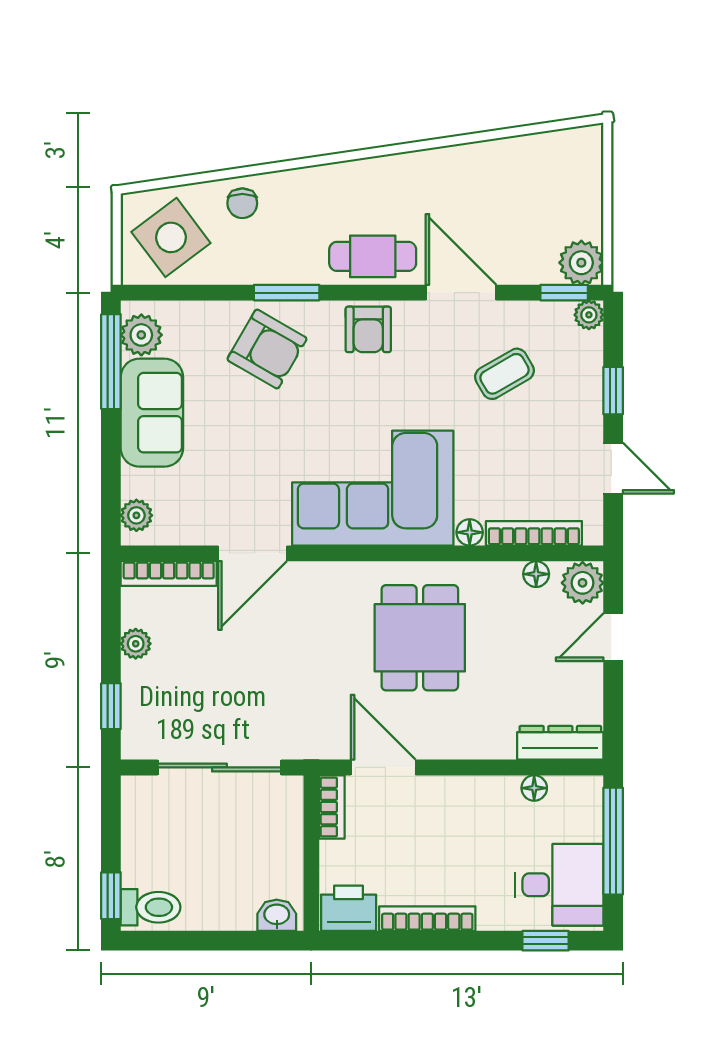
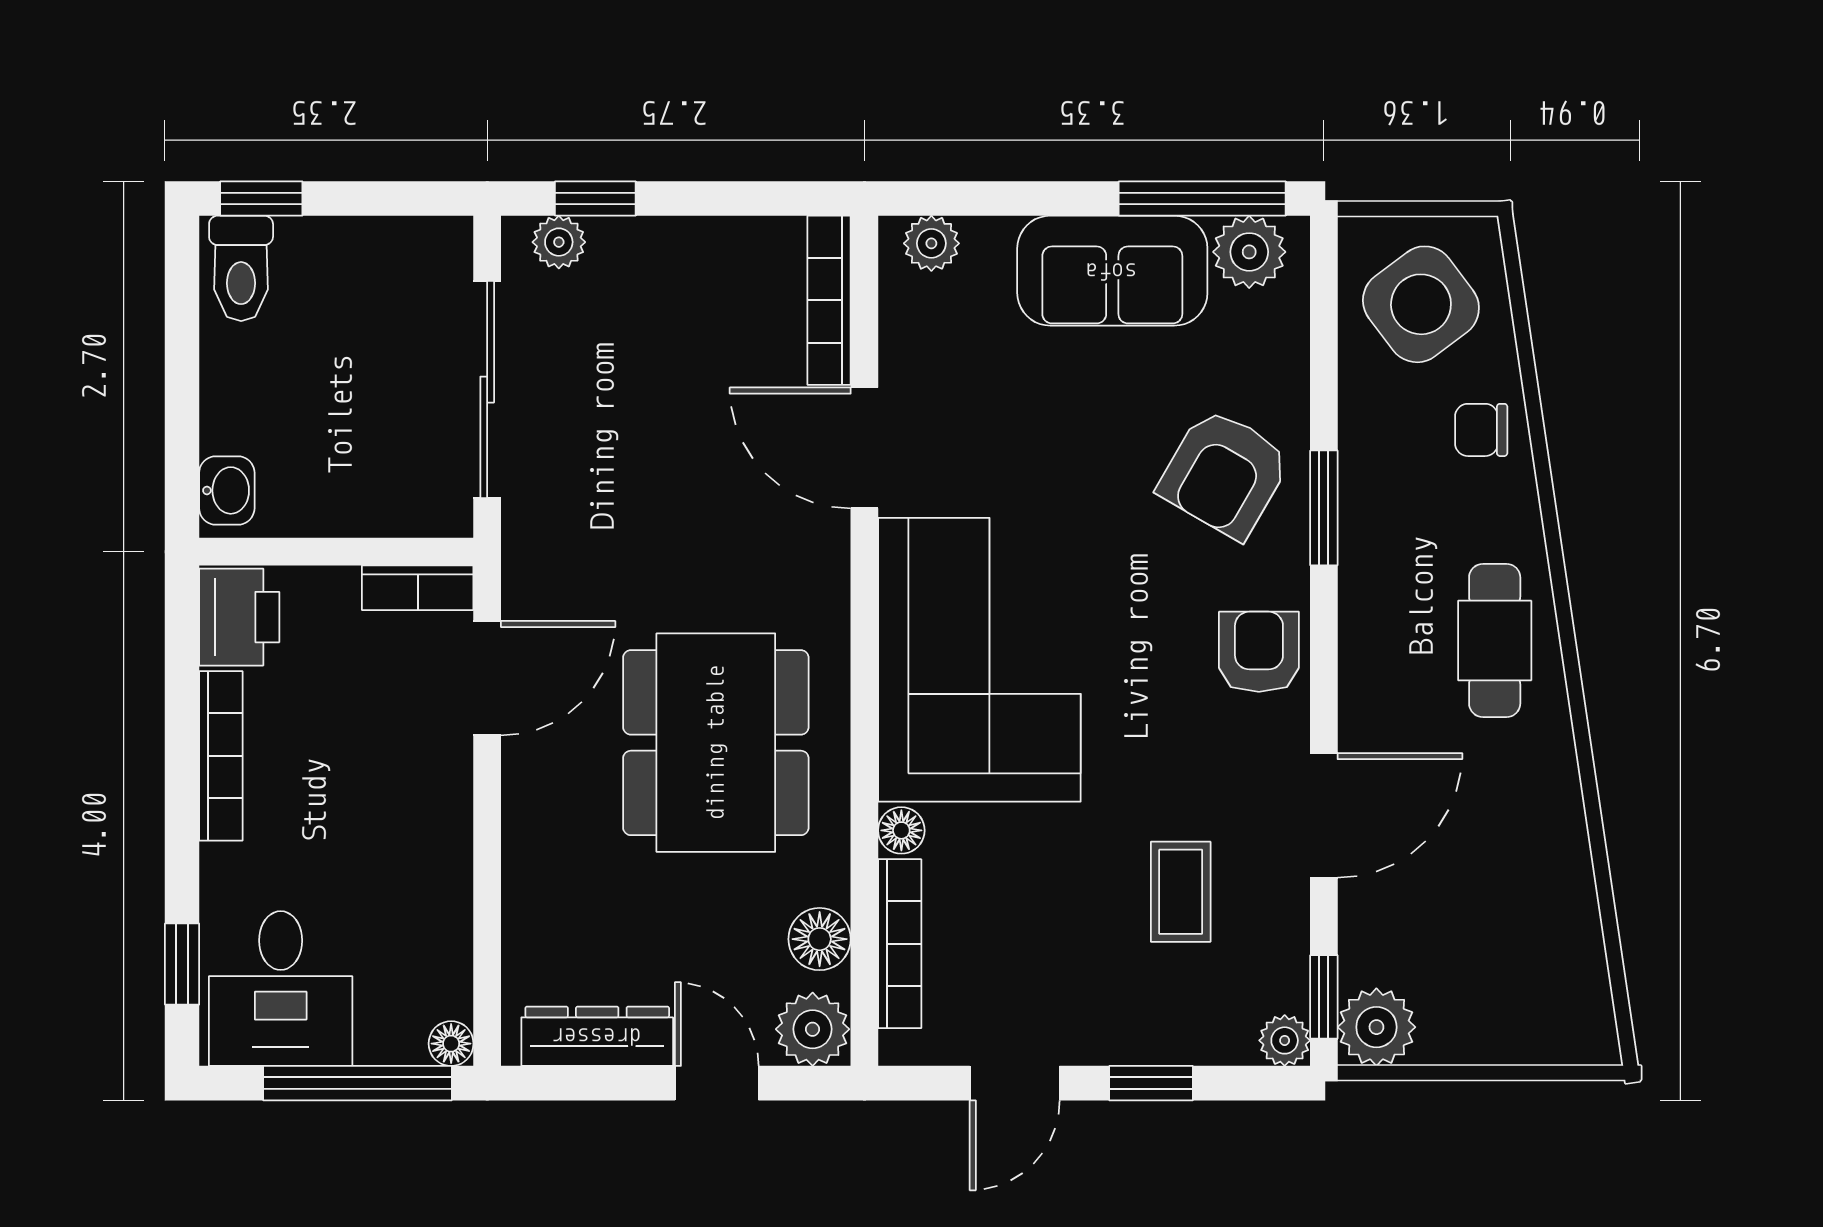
cafe table: (373, 256) -> (1495, 640), moved
armchair: (368, 329) -> (1259, 652), turned 90
coffee table: (504, 374) -> (1181, 892), turned 30
floor lamp: (536, 574) -> (820, 939), width x1.37, depth x1.37
dining table: (420, 638) -> (716, 743), width x1.38
plant: (136, 644) -> (559, 242), moved
dresser: (560, 743) -> (597, 1036), moved, turned -90
floor lamp: (534, 788) -> (451, 1044), moved

